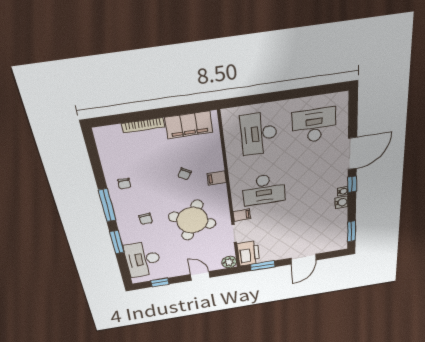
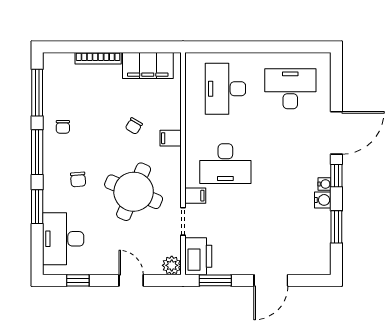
window: (95, 161) -> (37, 93), added
window: (351, 231) -> (336, 227), moved

